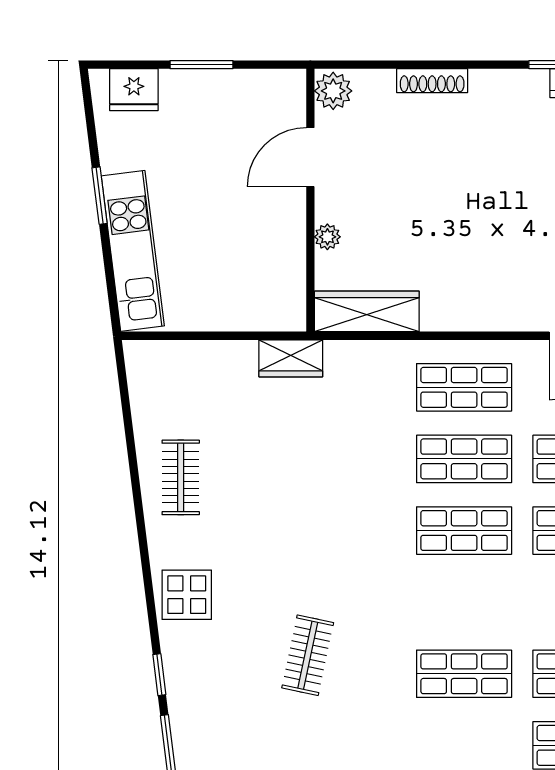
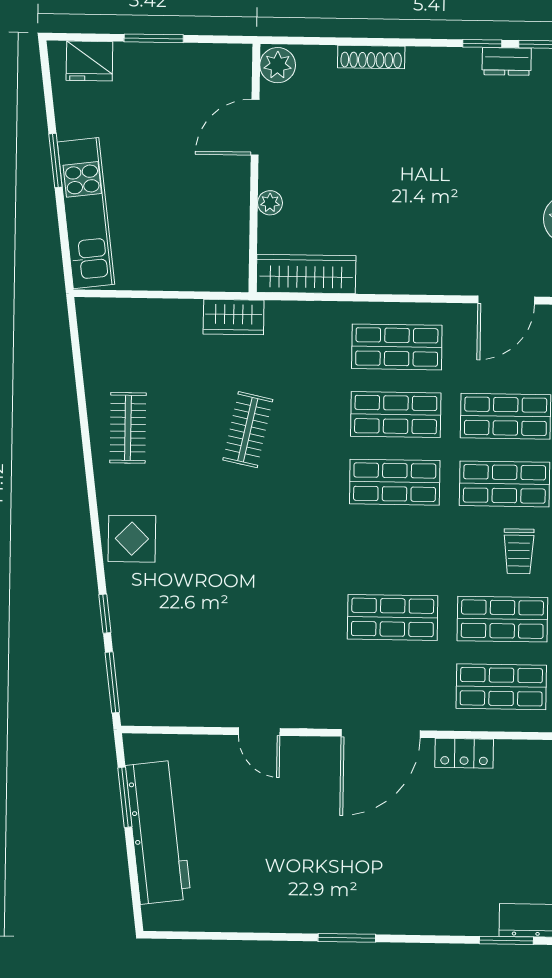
clothes rail: (308, 655) -> (248, 430), moved

